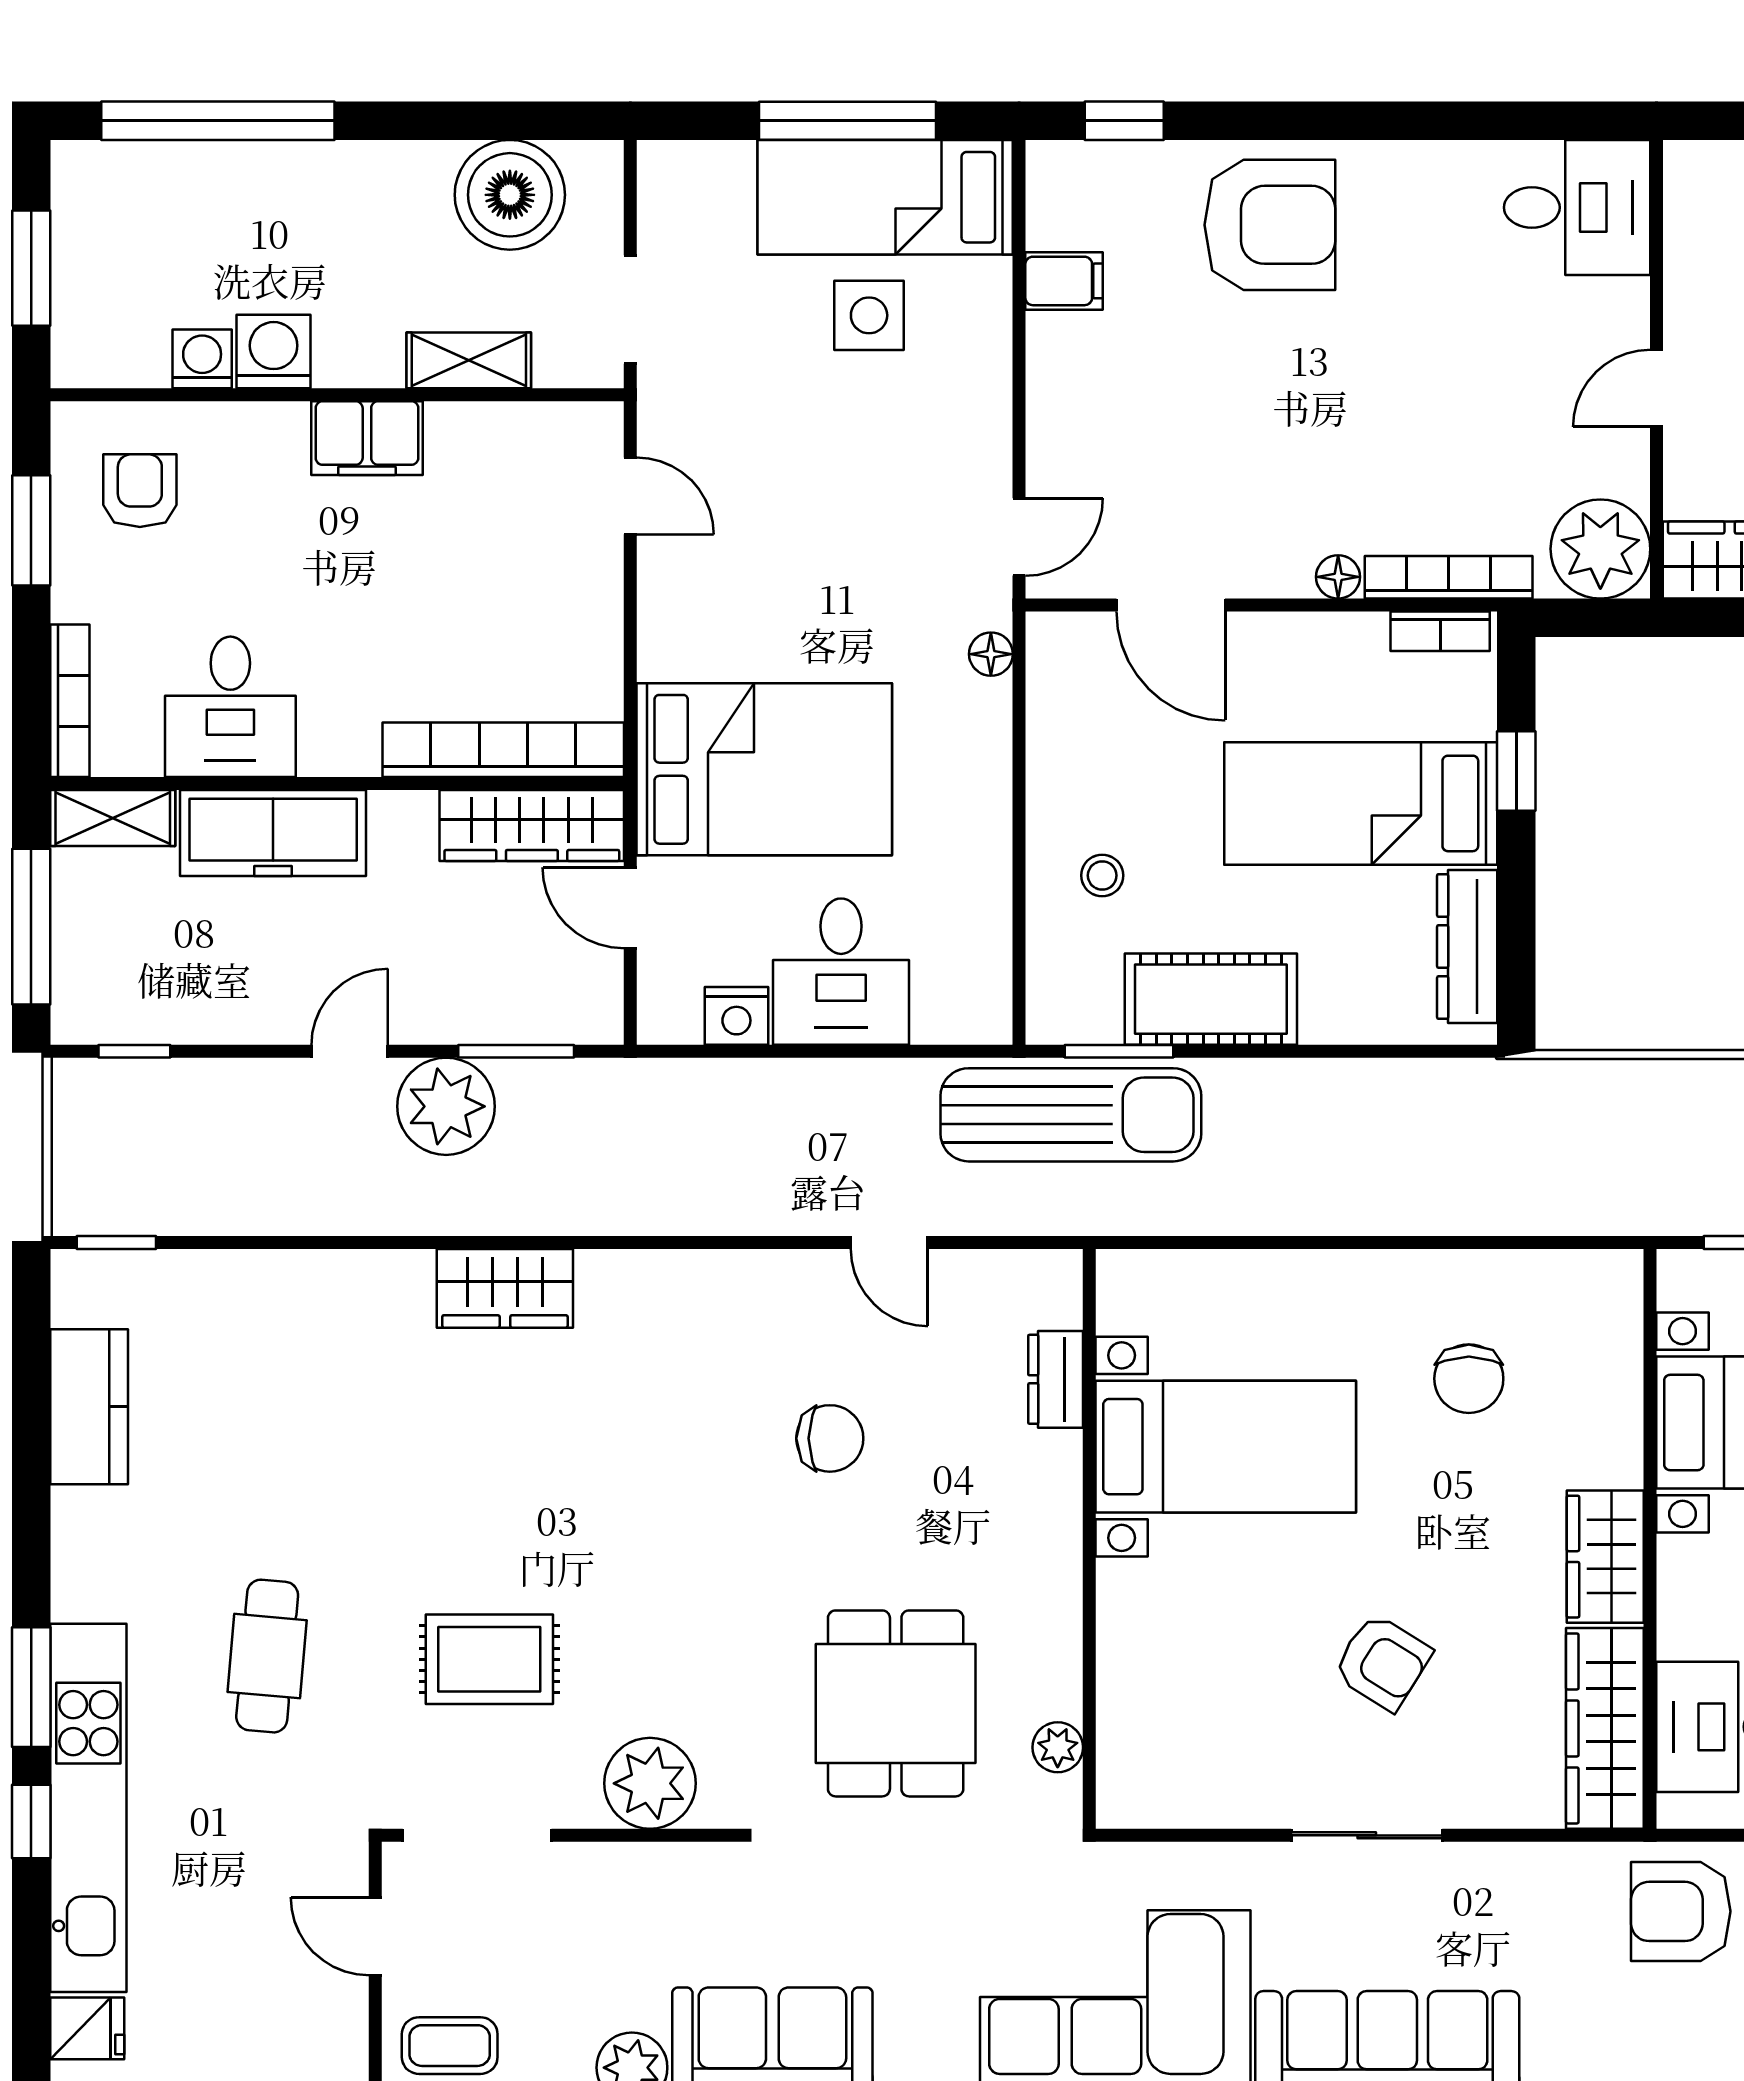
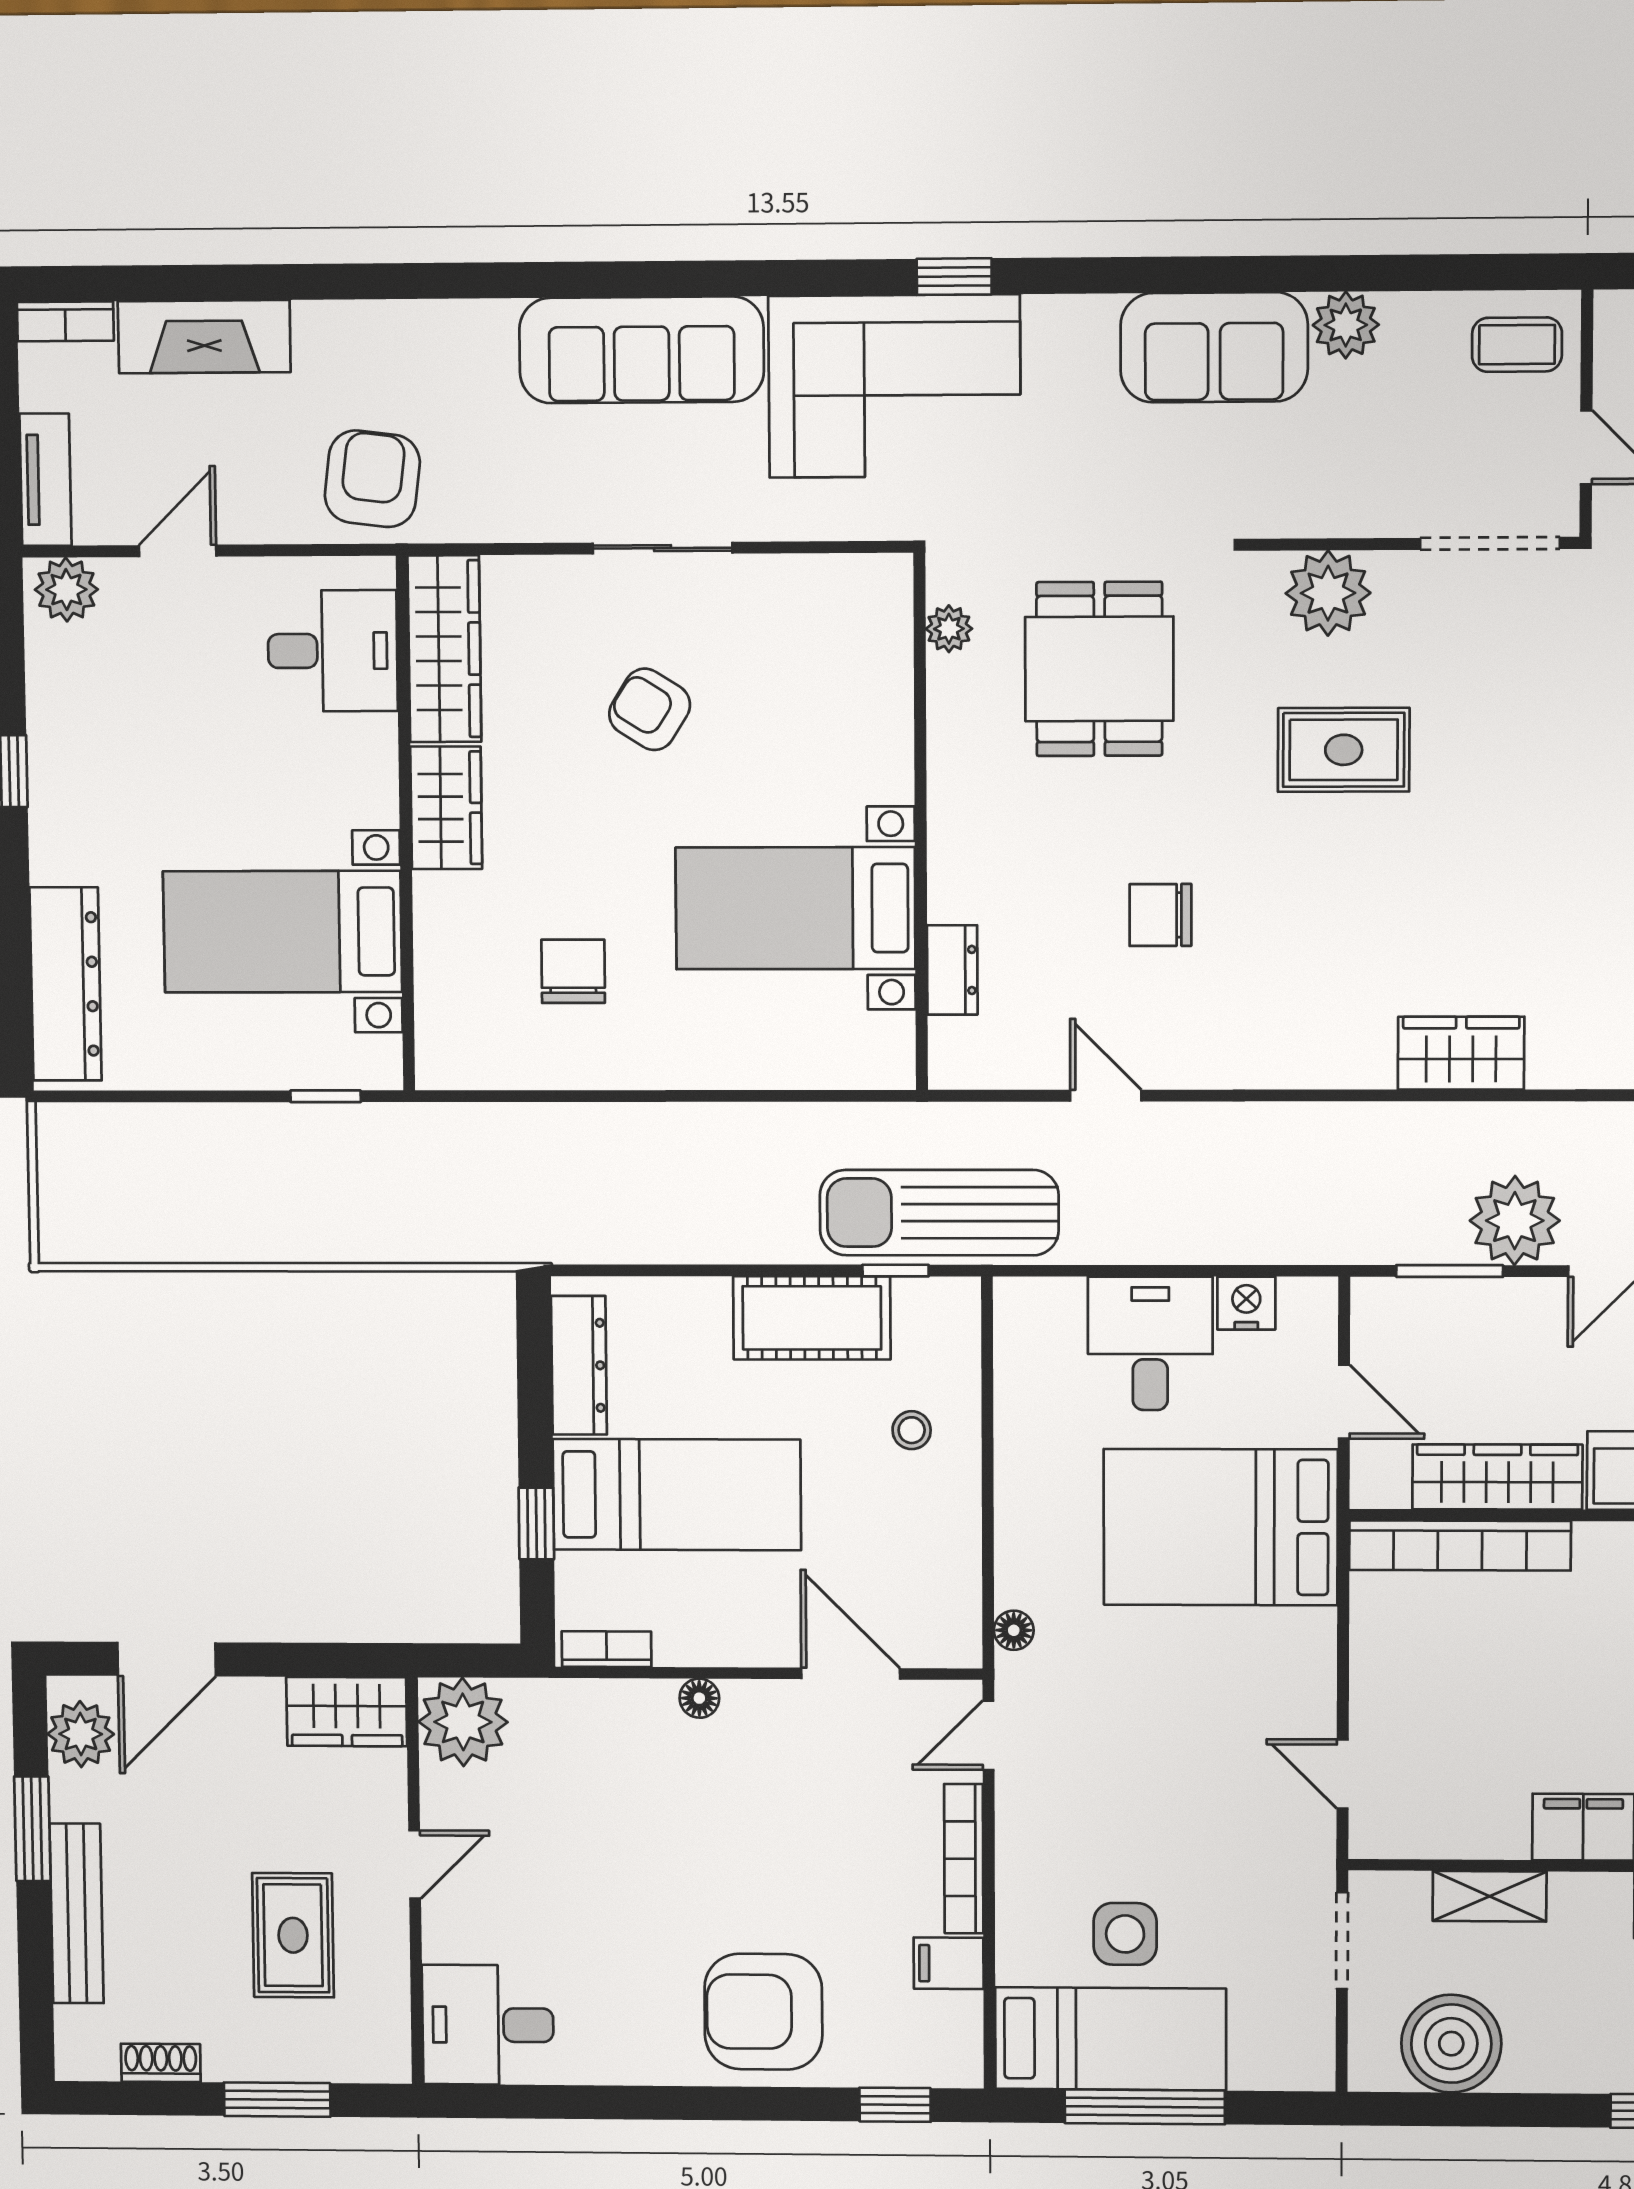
bookcase: (1449, 577) -> (964, 1859), moved, turned 90
wardrobe: (532, 826) -> (1497, 1477), moved
window: (1119, 1051) -> (896, 1271), width x0.67
rug: (489, 1659) -> (1344, 750), moved
armchair: (1681, 1911) -> (372, 479), turned -83

